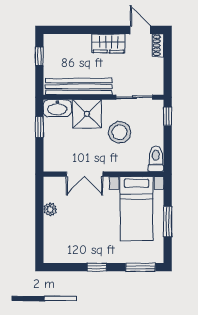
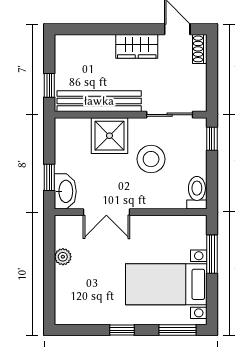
window: (39, 56) -> (49, 85), moved
washbasin: (57, 108) -> (65, 191), moved, turned -90
window: (39, 127) -> (49, 177), moved
bed with nightstands: (137, 209) -> (166, 284), moved, turned 90
window: (168, 222) -> (212, 254), moved

